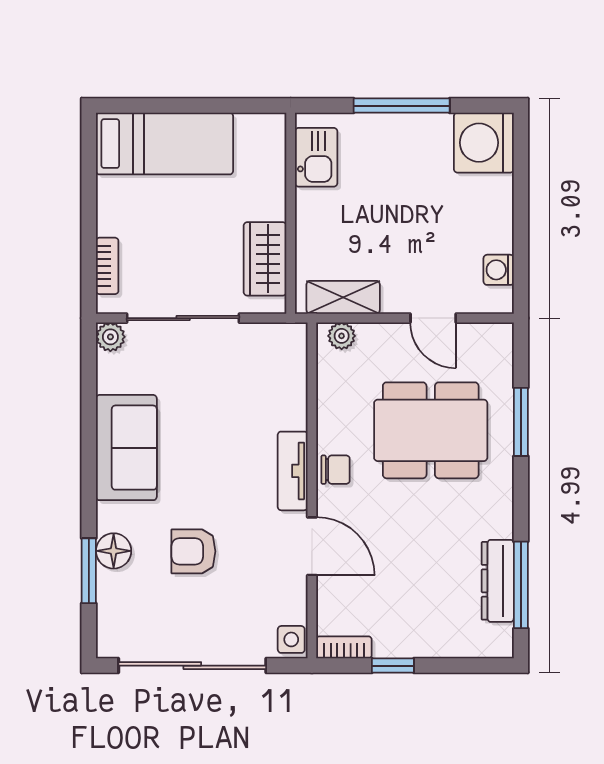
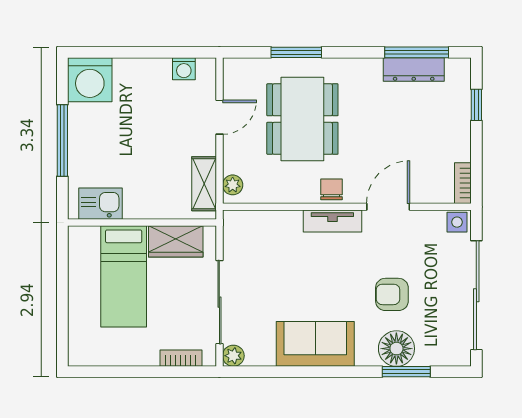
bed: (165, 144) -> (124, 276), moved, turned 180
floor lamp: (114, 551) -> (396, 349), width x1.38, depth x1.38
armchair: (193, 551) -> (392, 294), turned 90
window: (393, 666) -> (476, 105), moved

